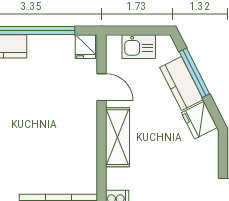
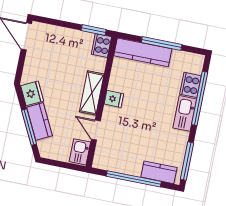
fridge: (85, 47) -> (114, 99), moved, turned 90
kitchen sink: (139, 47) -> (80, 152), moved, turned -90

